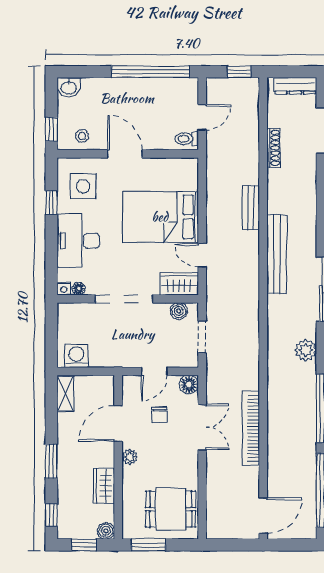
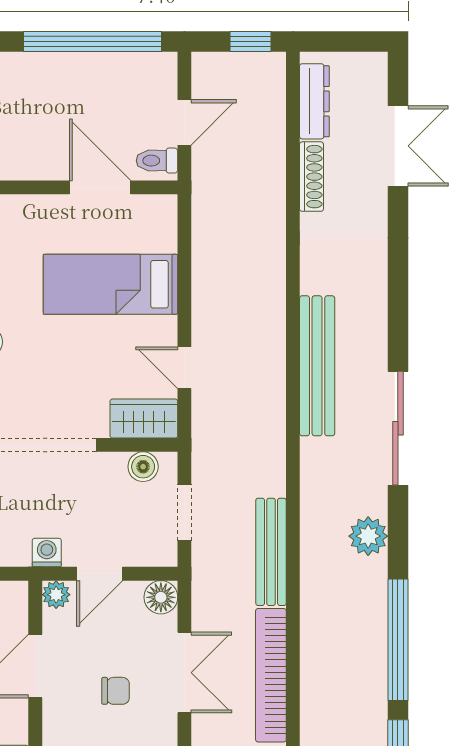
dresser: (295, 86) -> (314, 101), moved, turned -90
door: (125, 154) -> (100, 187), moved
bench: (251, 208) -> (271, 552), moved, width x1.36
bed: (160, 217) -> (111, 284), width x0.67
washing machine: (125, 359) -> (47, 553), added
chair: (159, 415) -> (116, 691), moved, turned -90
plant: (130, 457) -> (56, 595), moved

